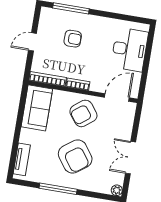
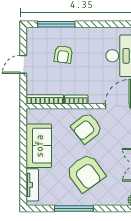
armchair: (73, 39) -> (63, 54), turned 98
sofa: (37, 108) -> (39, 146), moved

